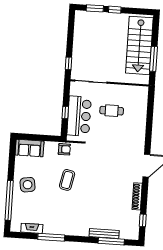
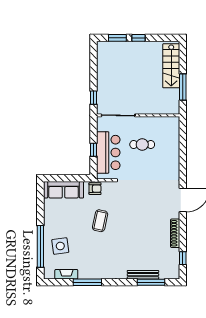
stairs: (139, 45) -> (171, 66), width x0.73, depth x0.66
sofa: (30, 148) -> (64, 190), width x1.36
side table: (28, 185) -> (60, 246), moved

